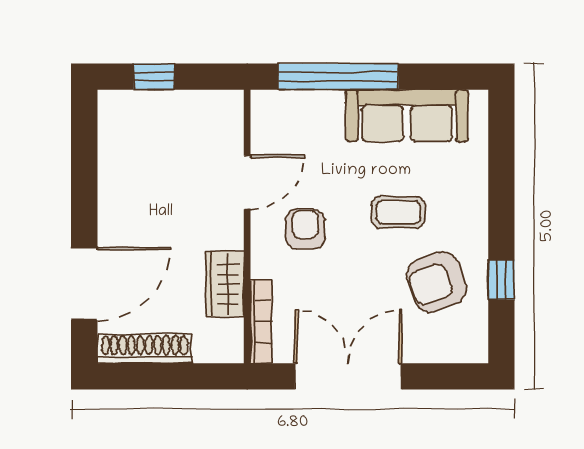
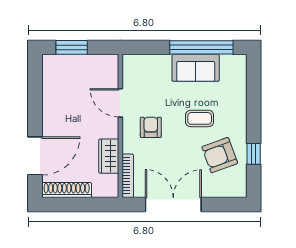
window: (154, 77) -> (72, 47), width x1.50
window: (338, 77) -> (201, 47), moved
sofa: (407, 116) -> (196, 68), width x0.73
door: (247, 182) -> (120, 103), swing flipped

